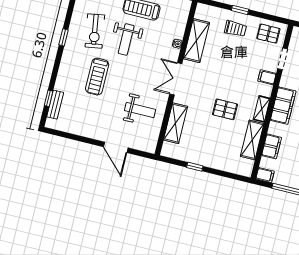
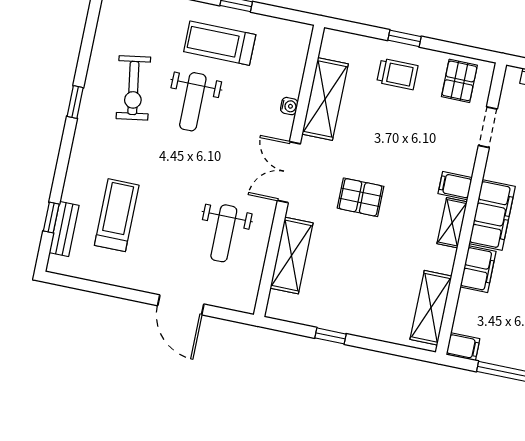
pallet: (268, 34) -> (459, 81), turned 90
treadmill: (97, 77) -> (117, 215), moved, turned 180
filing cabinet: (267, 77) -> (455, 186), moved
pallet: (225, 109) -> (361, 197), moved
weight bench: (140, 110) -> (224, 233), turned 90
shelving: (252, 140) -> (431, 308), moved
filing cabinet: (272, 146) -> (478, 269), moved

